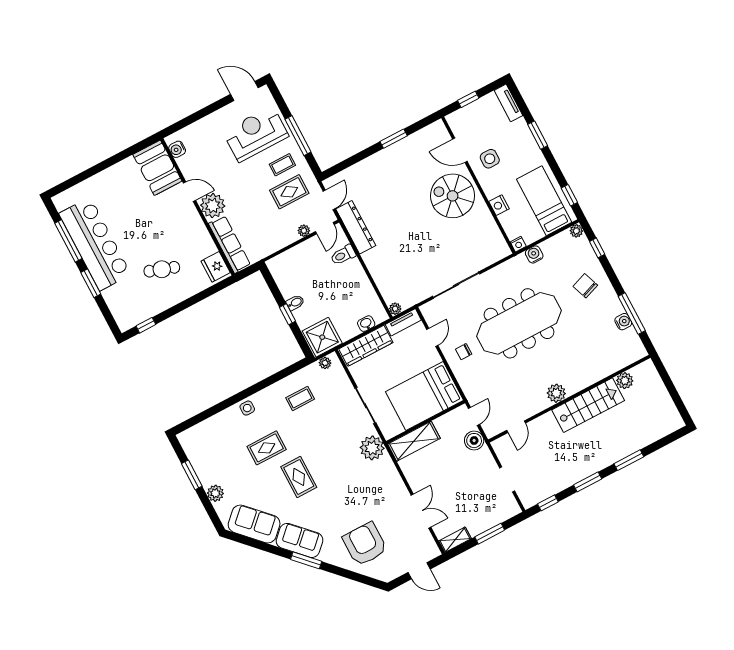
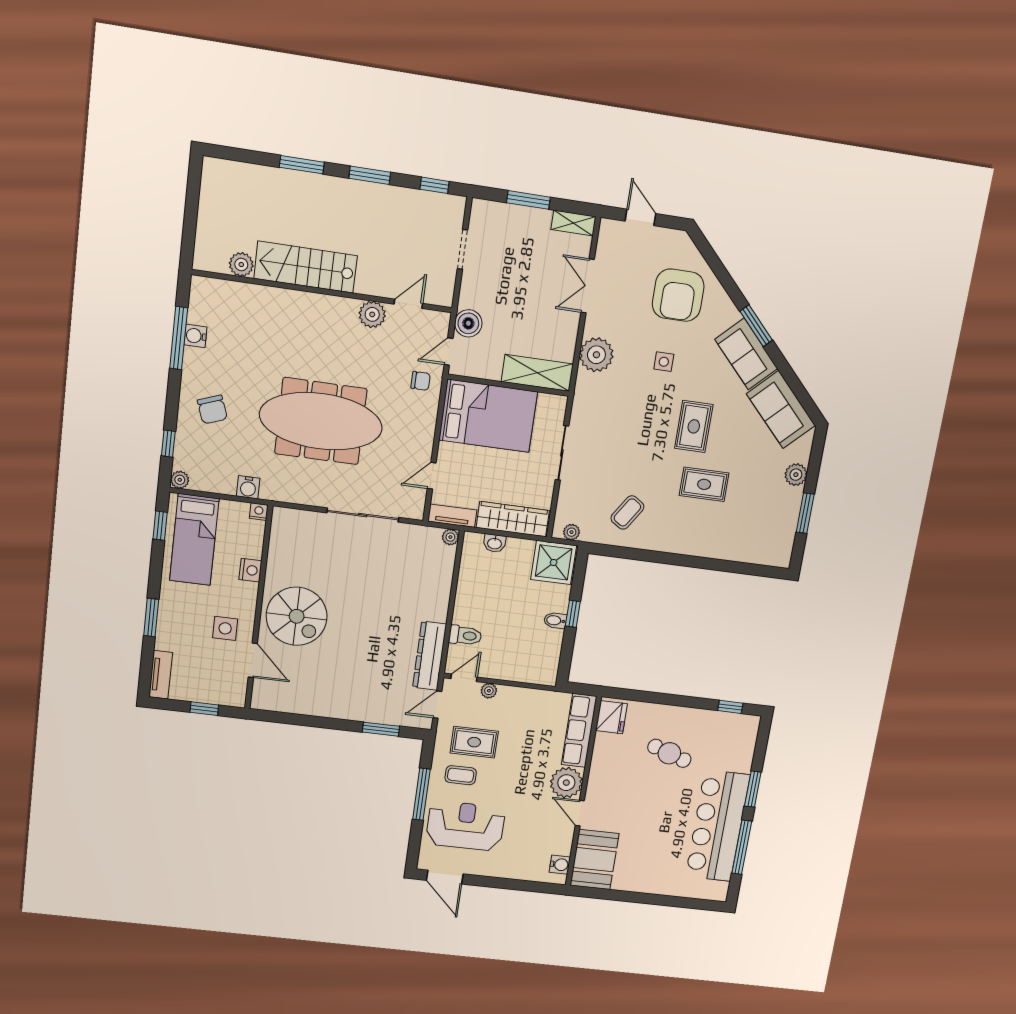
reception desk: (256, 134) -> (465, 826), turned 180
window: (394, 139) -> (381, 729), moved
chair: (464, 352) -> (421, 381), moved
plant: (556, 393) -> (372, 314), moved
coffee table: (300, 398) -> (627, 512), turned -57
side table: (247, 408) -> (664, 362), moved
plant: (372, 448) -> (596, 355), moved

